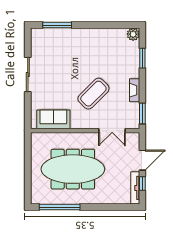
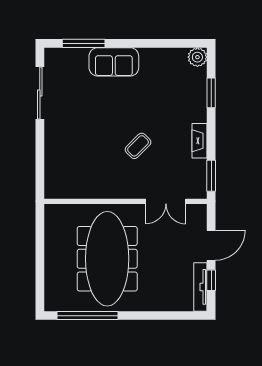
sliding door: (28, 75) -> (40, 93), moved
coffee table: (93, 94) -> (138, 146), width x0.54, depth x0.58
sofa: (53, 119) -> (114, 62), moved, turned 180
meeting table: (73, 169) -> (107, 259), turned 90

